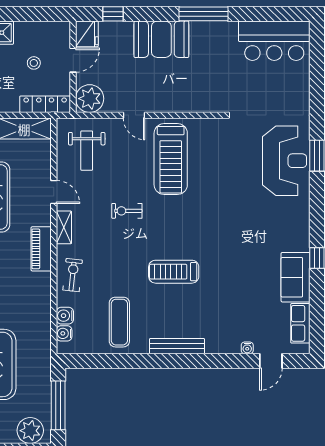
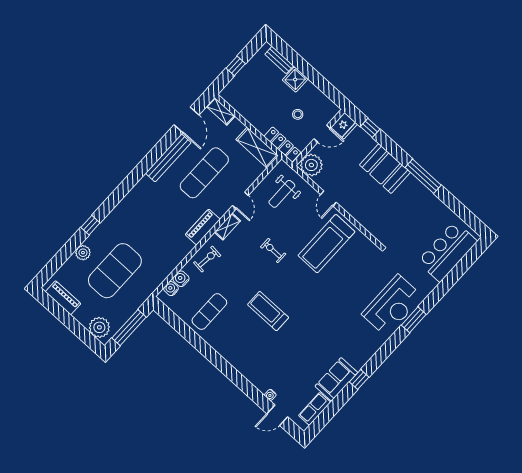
bar counter: (274, 41) -> (447, 251), moved, turned 90
bench: (177, 346) -> (230, 356), removed

